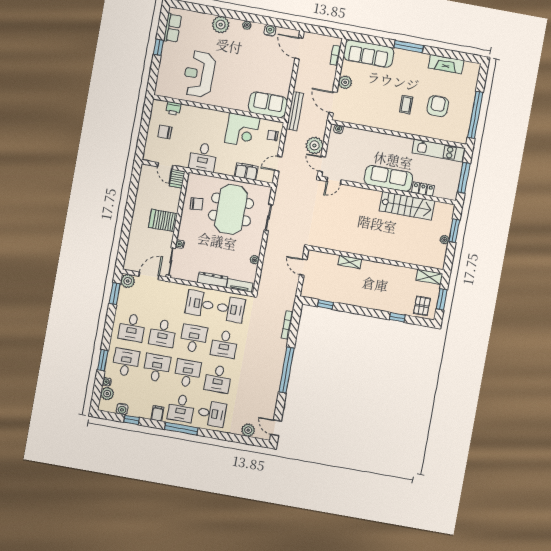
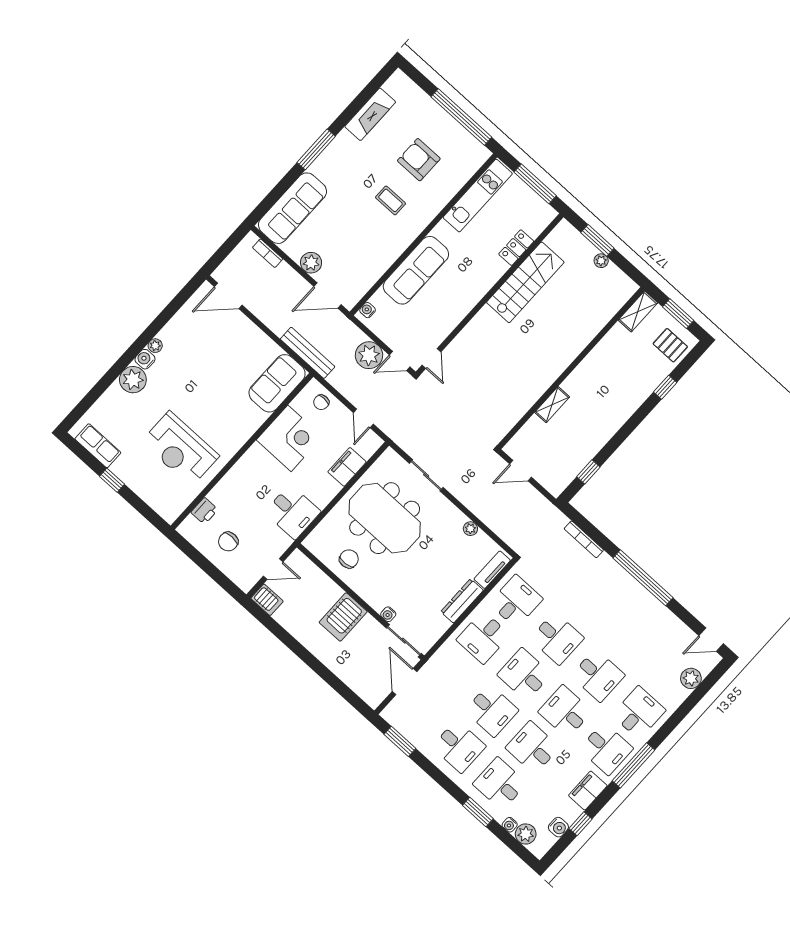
water cooler: (270, 30) -> (145, 359), moved
sofa: (388, 178) -> (416, 270), moved, turned 180
server rack: (177, 179) -> (267, 600), moved
plant: (128, 281) -> (394, 714), removed
filing cabinet: (157, 413) -> (588, 791), width x2.00

